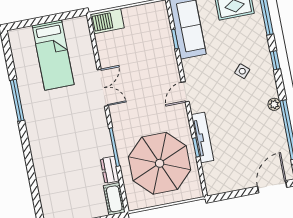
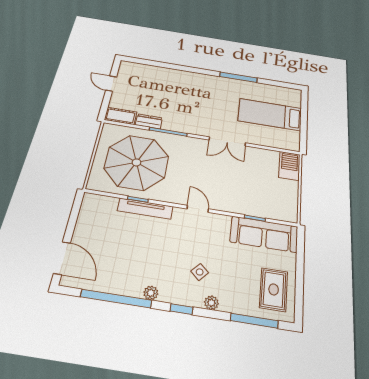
plant: (264, 53) -> (211, 303), added
window: (275, 60) -> (181, 309), moved

